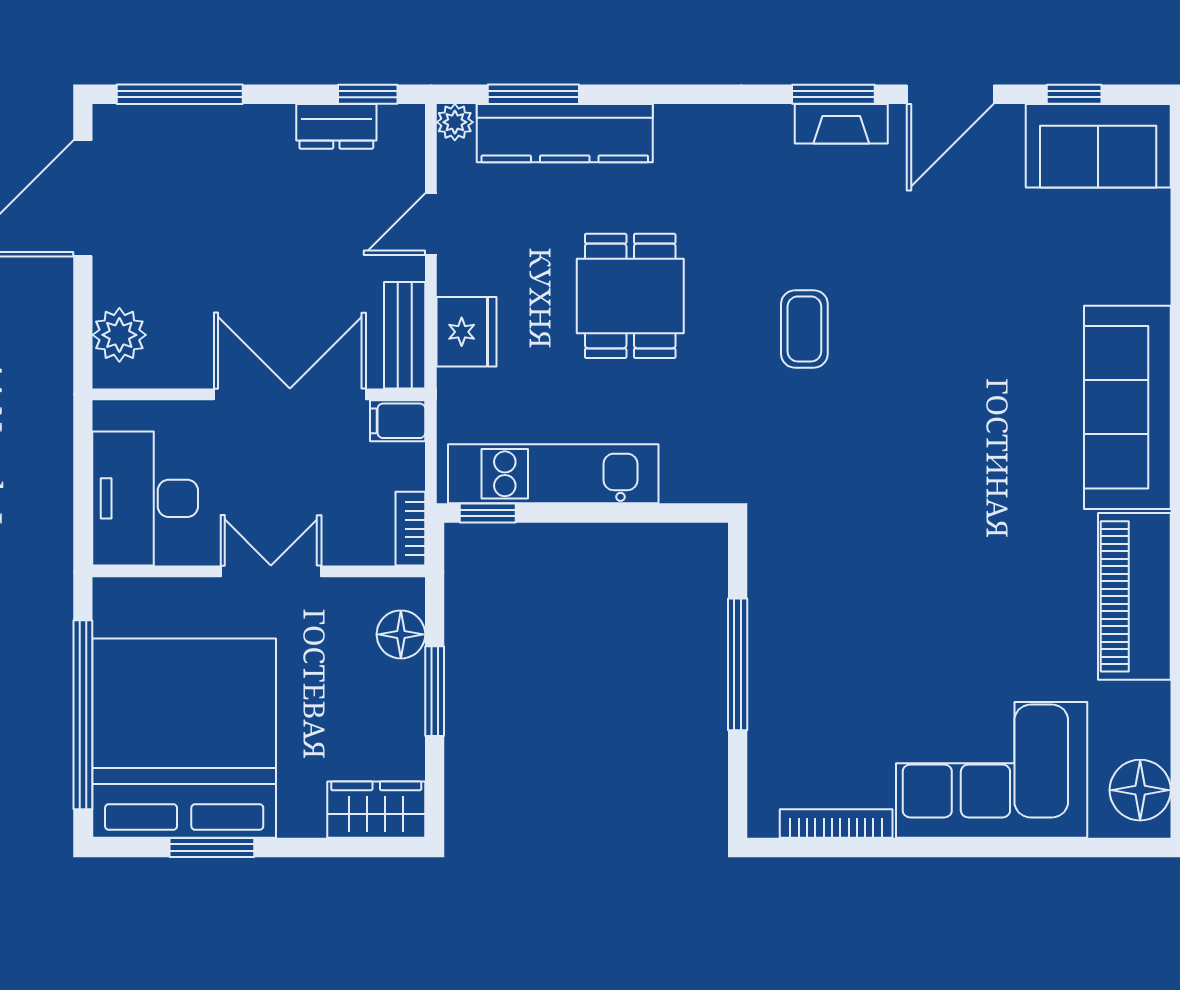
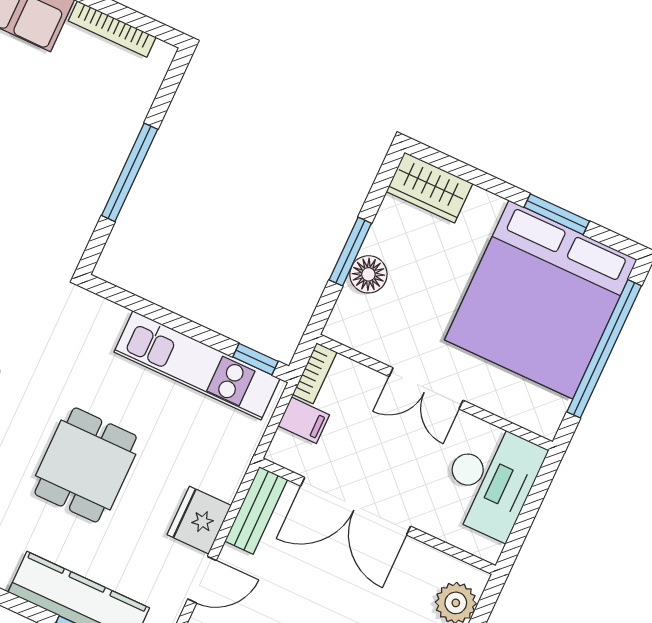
fridge: (466, 332) -> (199, 520), moved
filing cabinet: (398, 421) -> (304, 420), moved
floor lamp: (401, 634) -> (368, 274), moved

